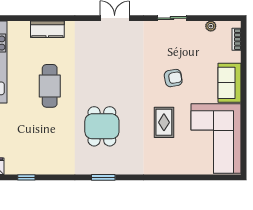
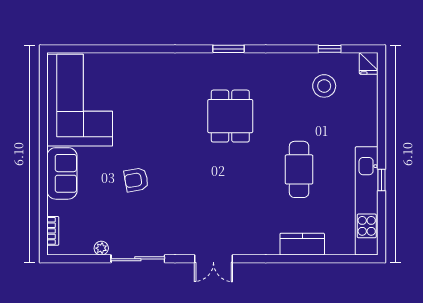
sliding door: (172, 18) -> (138, 259), width x1.37
plant: (211, 26) -> (101, 248), moved
rug: (164, 122) -> (148, 121), removed
stool: (31, 149) -> (324, 86), added

